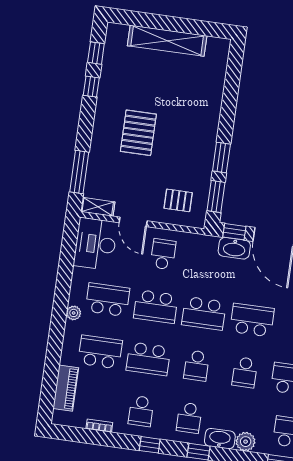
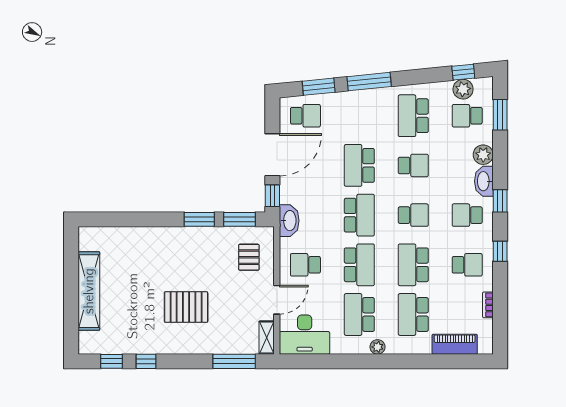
washbasin: (234, 248) -> (289, 221), moved
school desk: (148, 359) -> (413, 265), turned 180
school desk: (189, 418) -> (467, 215), turned 180

